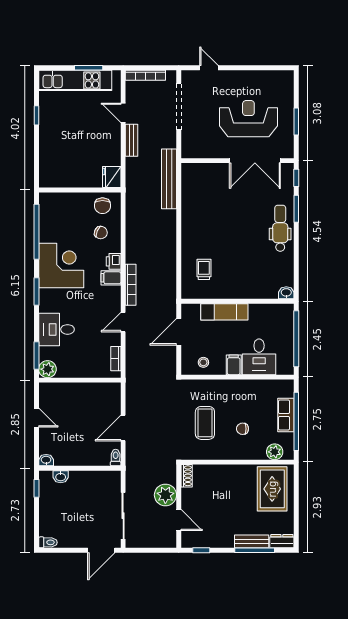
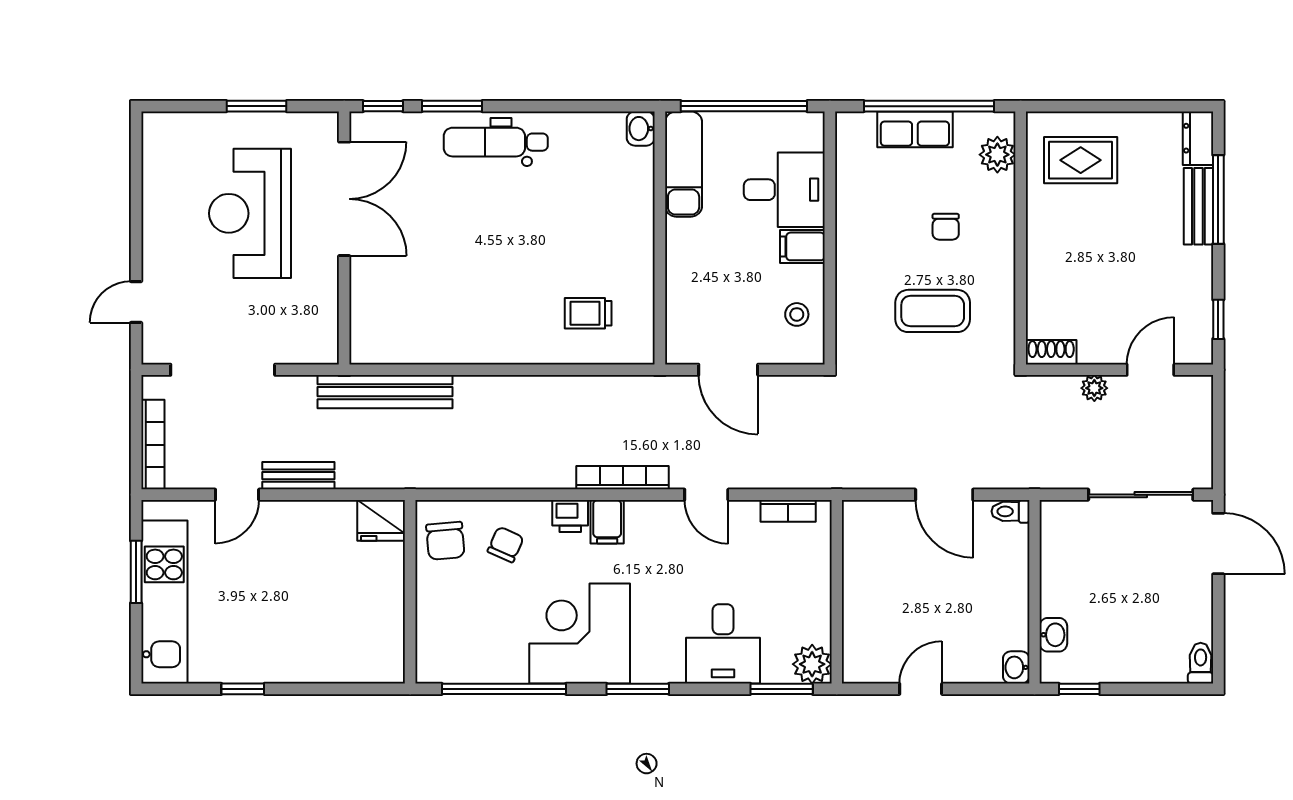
chair: (102, 206) -> (445, 541), turned 85
exam couch: (224, 312) -> (684, 164), moved
rug: (272, 489) -> (1081, 160), width x0.73, depth x0.70
plant: (165, 495) -> (1094, 388), width x0.53, depth x0.53

